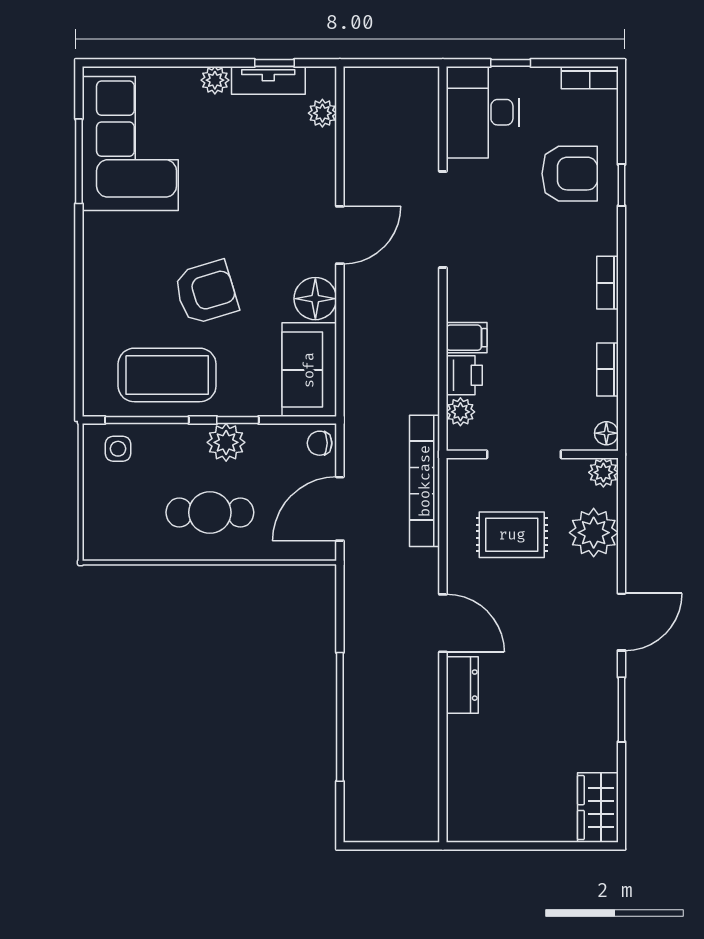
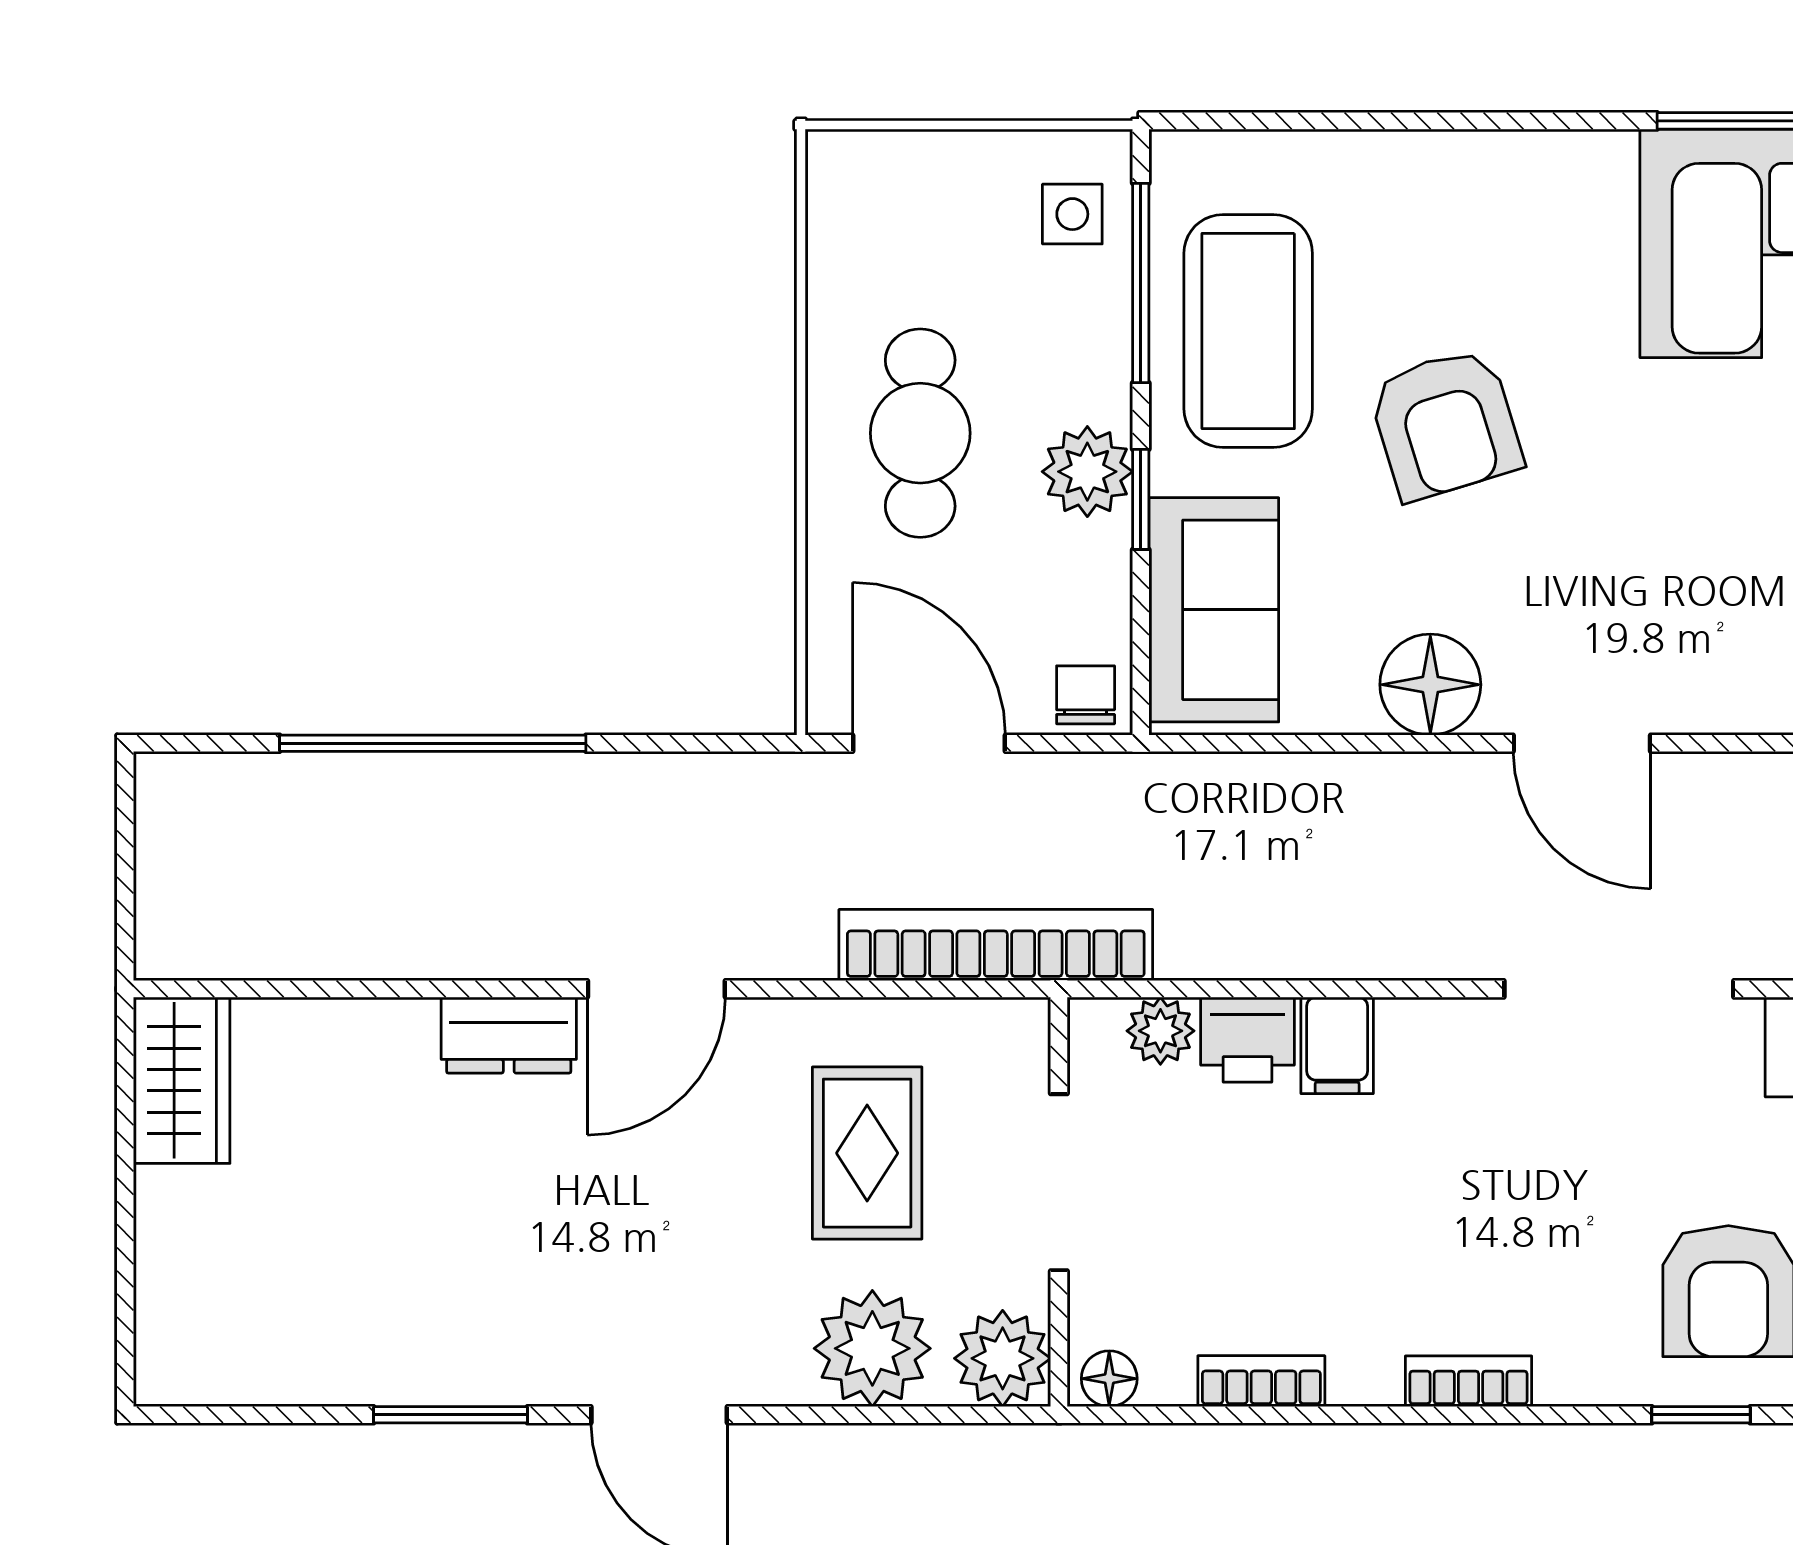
sofa: (309, 370) -> (1214, 610), moved, turned 90
plant: (603, 472) -> (1003, 1358), width x1.38, depth x1.38
wardrobe: (598, 808) -> (182, 1080), moved, turned 90

